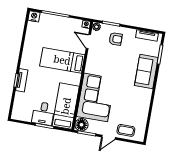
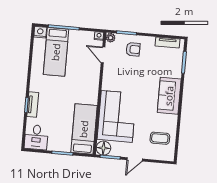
bed: (62, 60) -> (56, 52), moved, turned -90
sofa: (146, 72) -> (169, 96), moved
desk: (43, 113) -> (36, 137), moved
coffee table: (126, 130) -> (160, 138), moved

